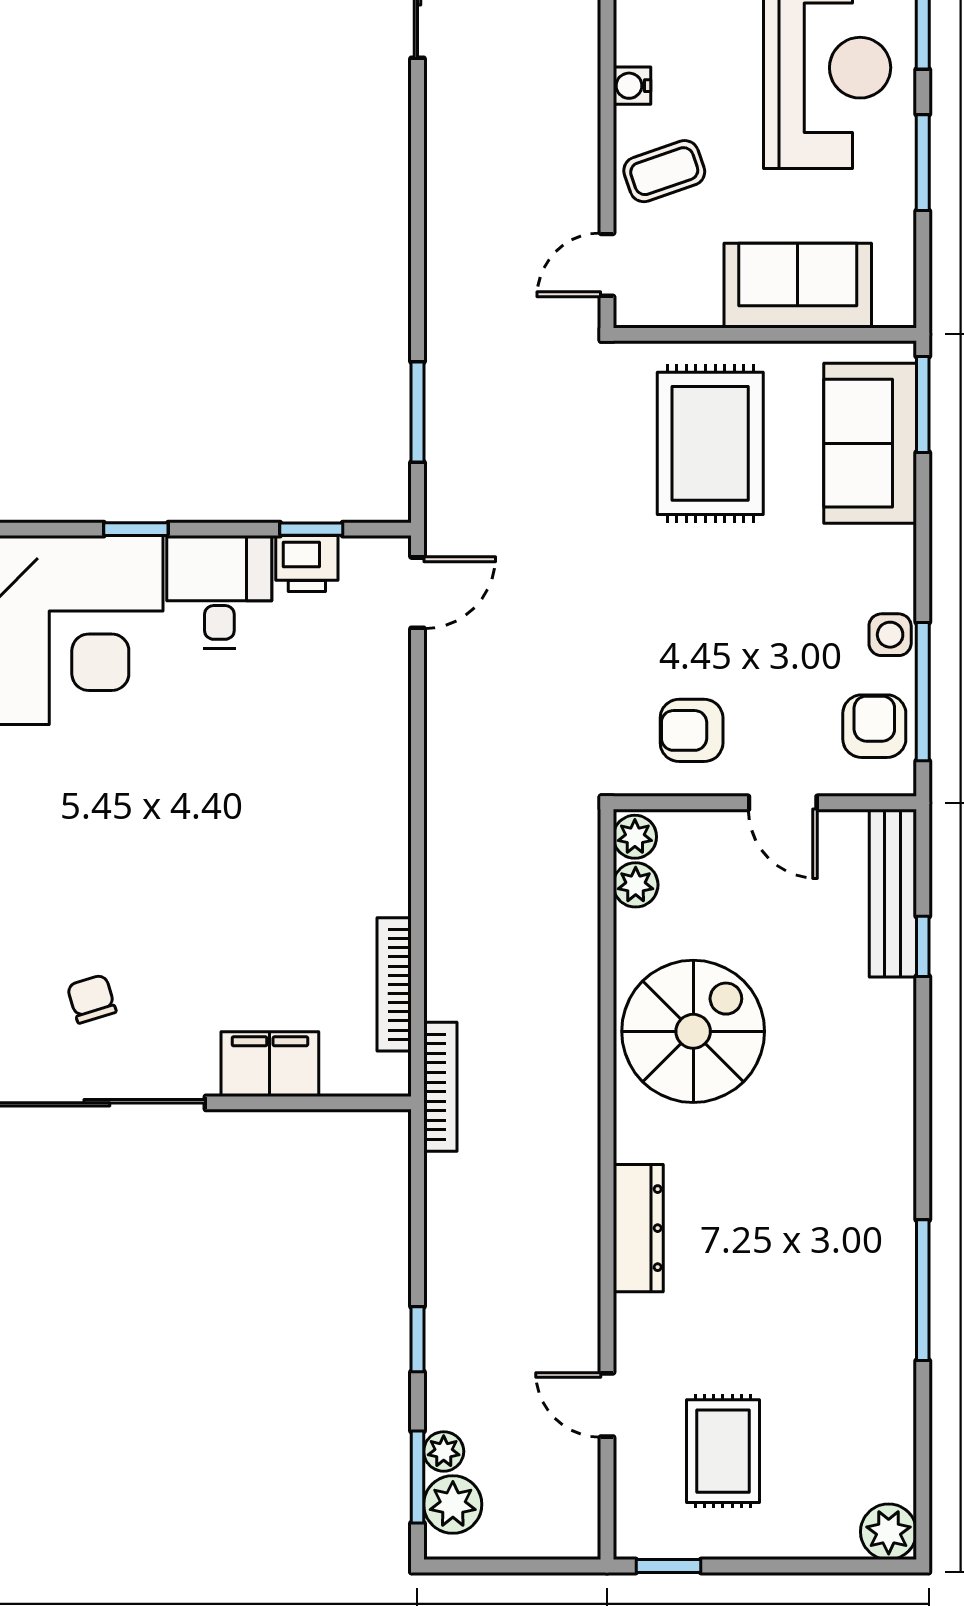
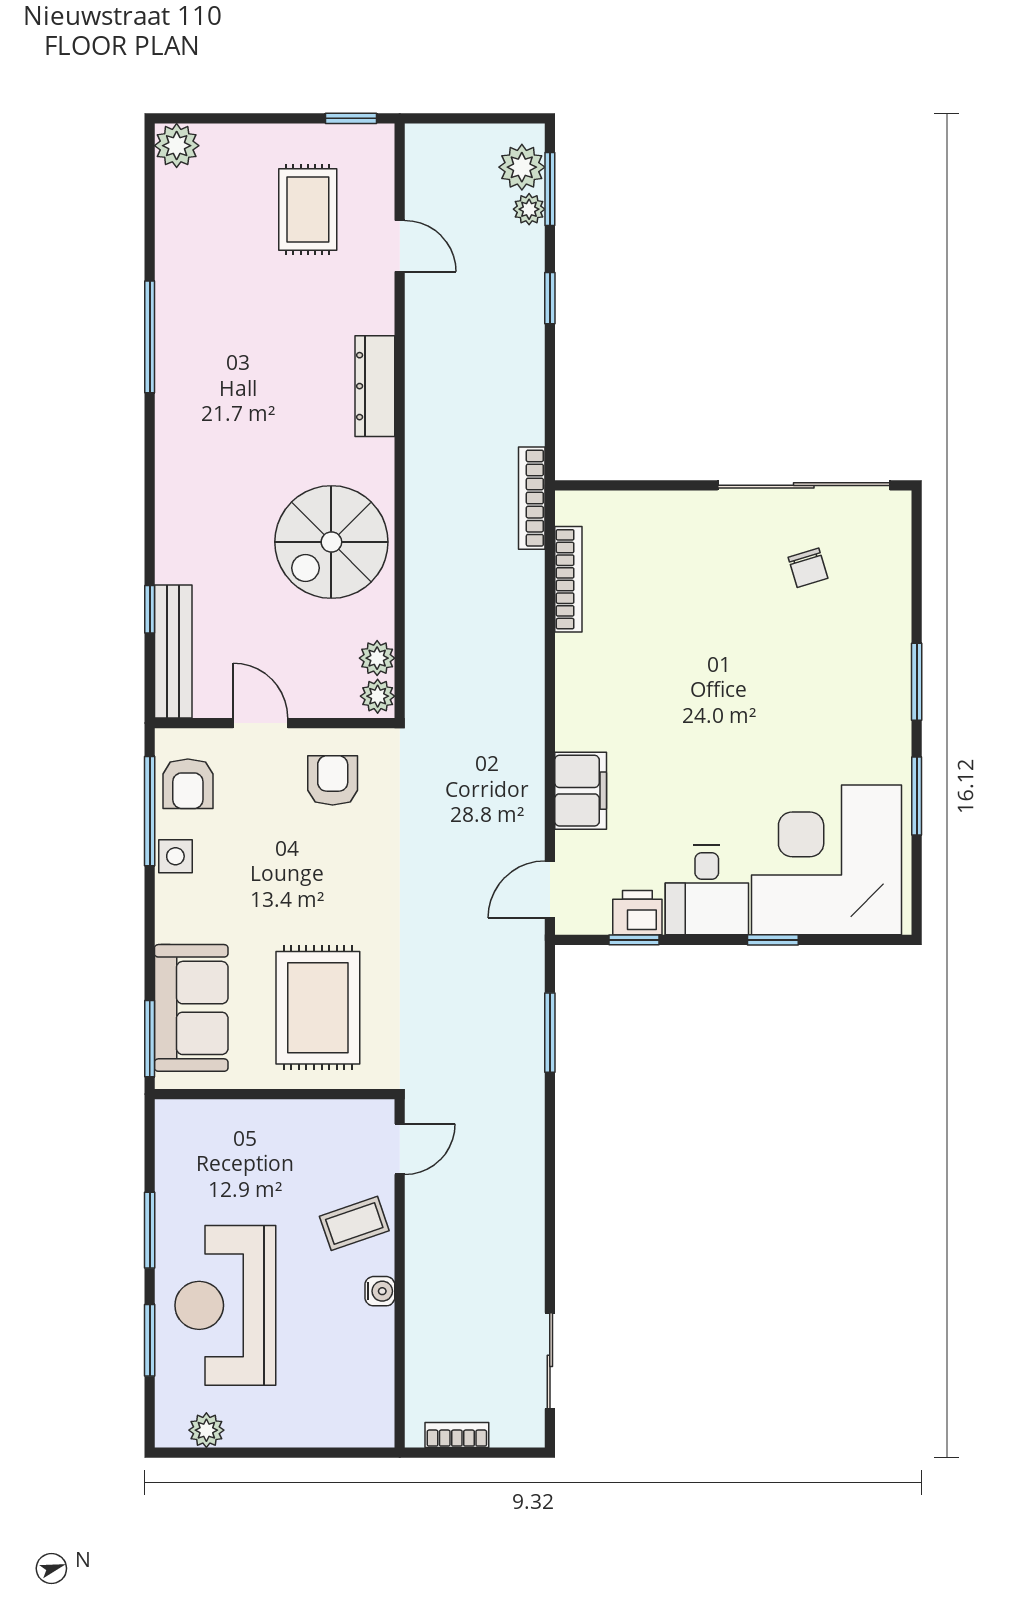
sofa: (798, 286) -> (249, 1133), removed
armchair: (692, 730) -> (333, 780), turned -90
filing cabinet: (270, 1064) -> (581, 791), moved, turned -90

